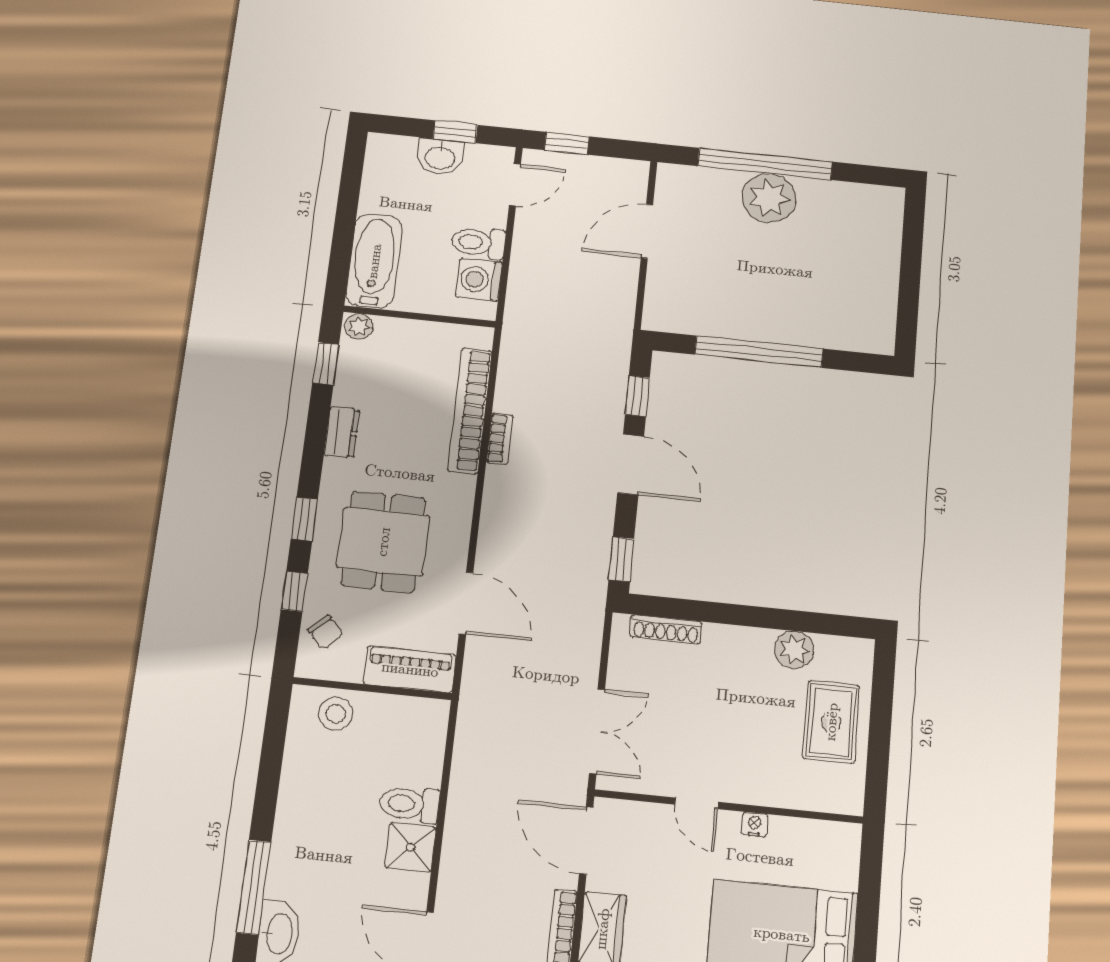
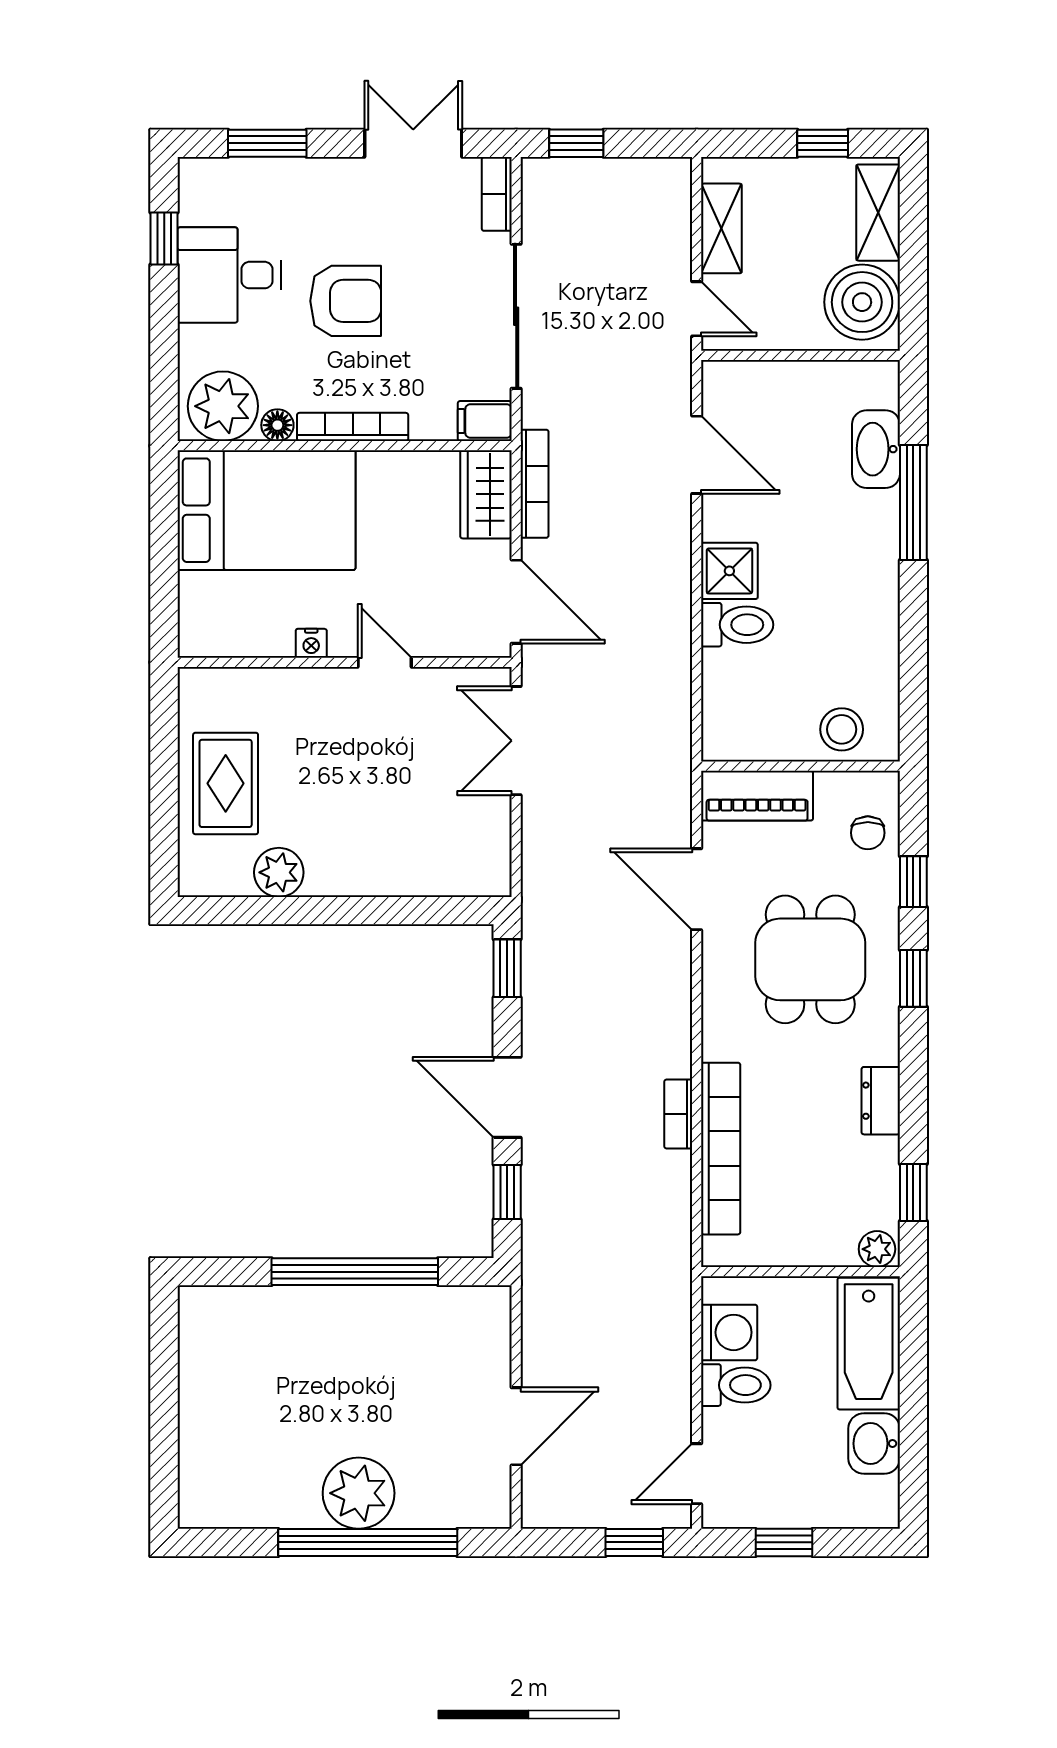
washbasin: (440, 157) -> (874, 1444), moved, turned -90
shoe rack: (666, 629) -> (442, 882), removed
chair: (325, 632) -> (868, 833), turned -137

